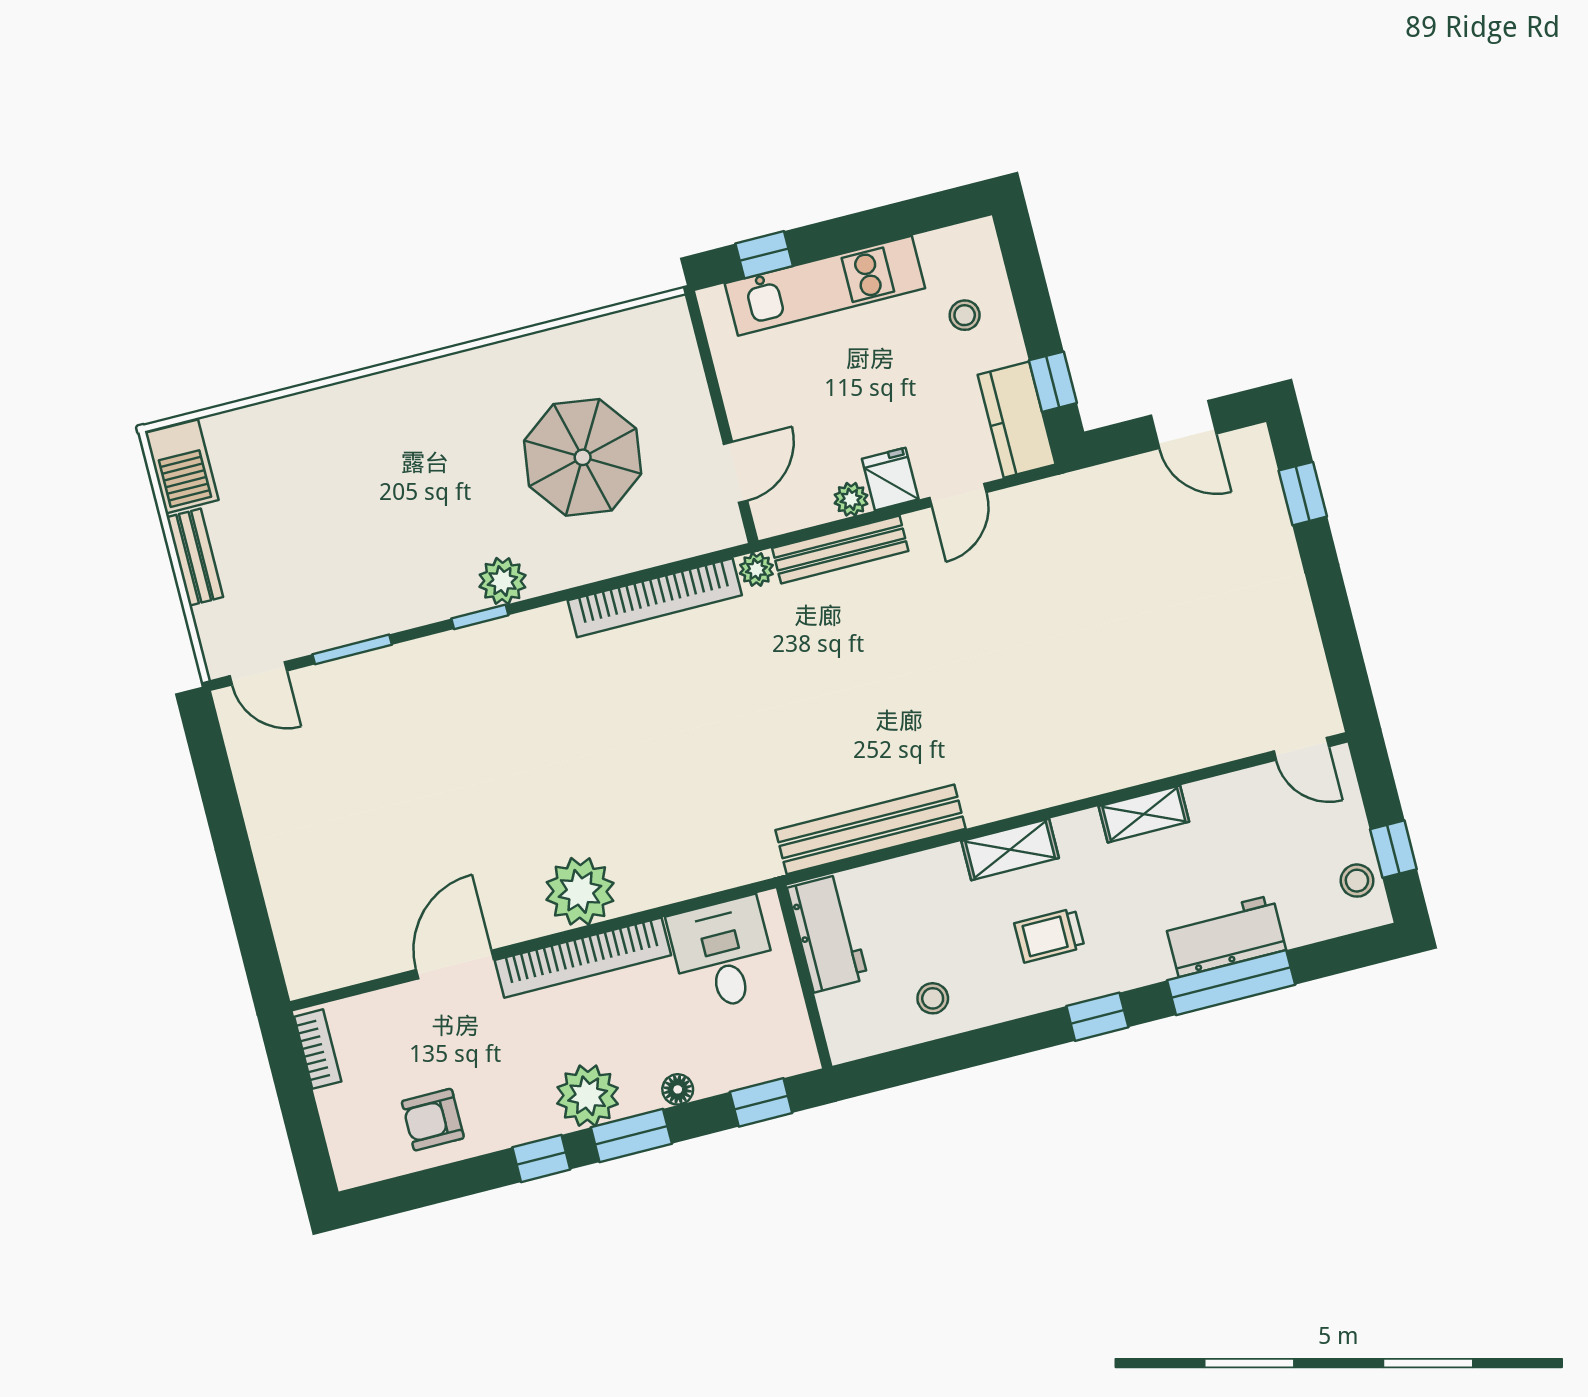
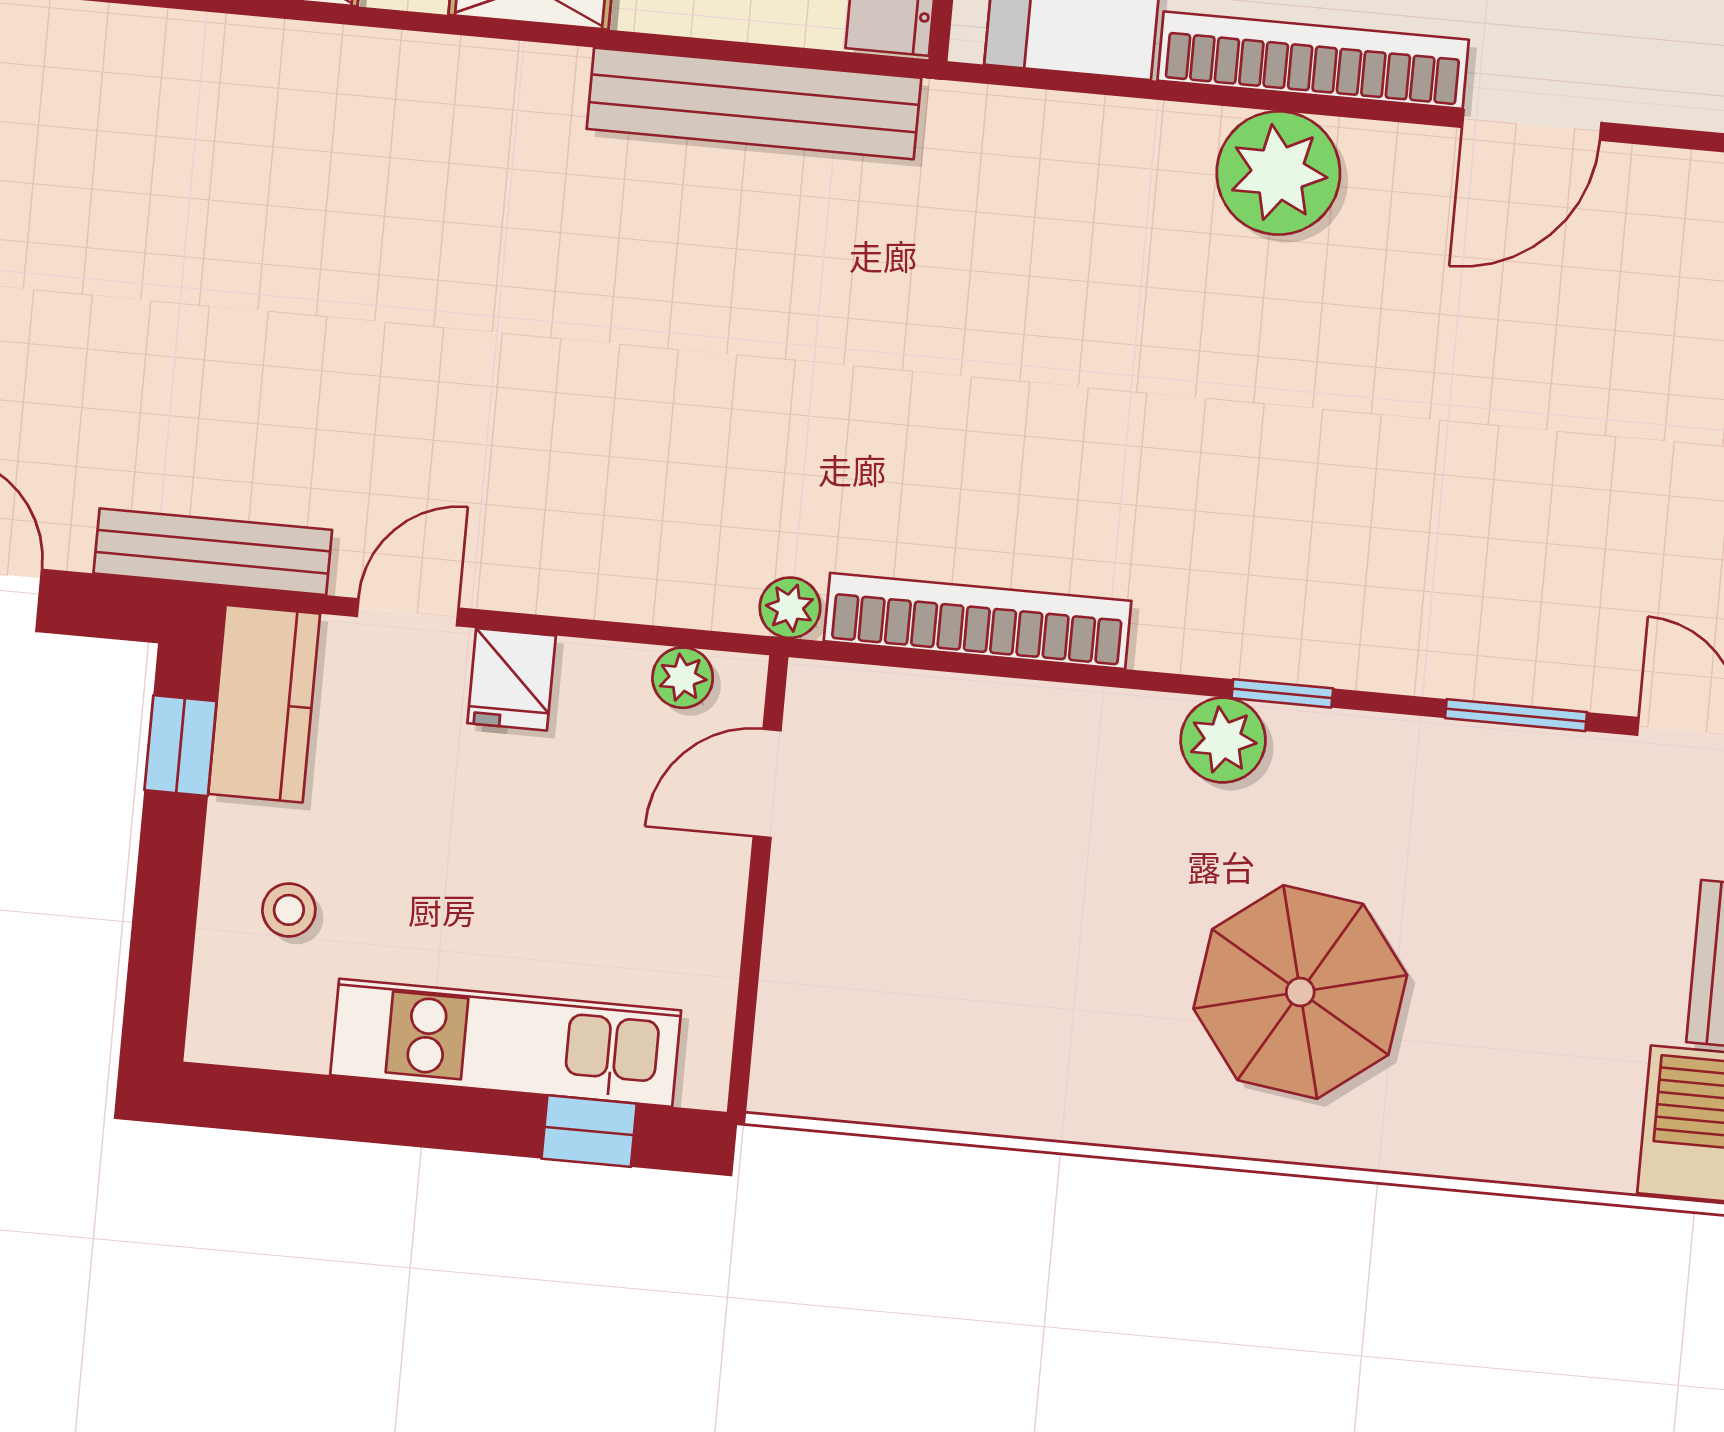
parasol: (583, 457) -> (1300, 992), moved
plant: (851, 499) -> (683, 678), moved
bench: (840, 549) -> (213, 552), moved

